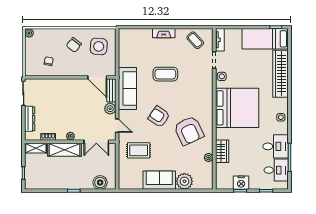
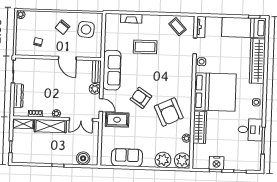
fireplace: (164, 33) -> (131, 18), moved
coffee table: (165, 74) -> (145, 47), moved
door: (97, 77) -> (67, 58), moved
rug: (139, 150) -> (117, 120), moved
wardrobe: (222, 151) -> (200, 127), width x1.50
desk: (276, 170) -> (250, 152), removed
sofa: (159, 180) -> (127, 158), moved
plant: (205, 181) -> (182, 161), added

